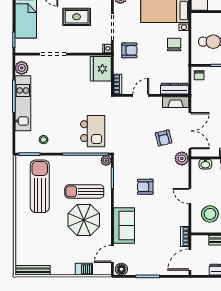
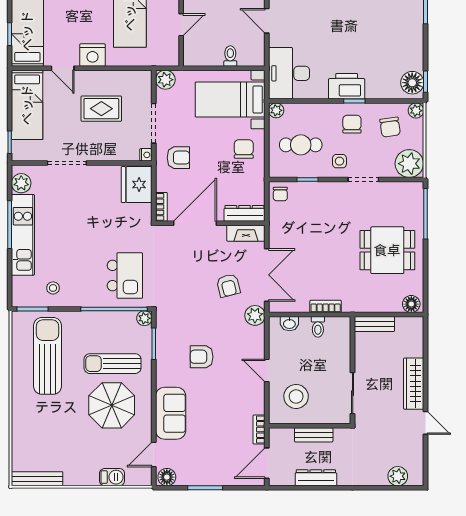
plant: (196, 18) -> (276, 110), added
door: (141, 95) -> (195, 223), width x1.87

